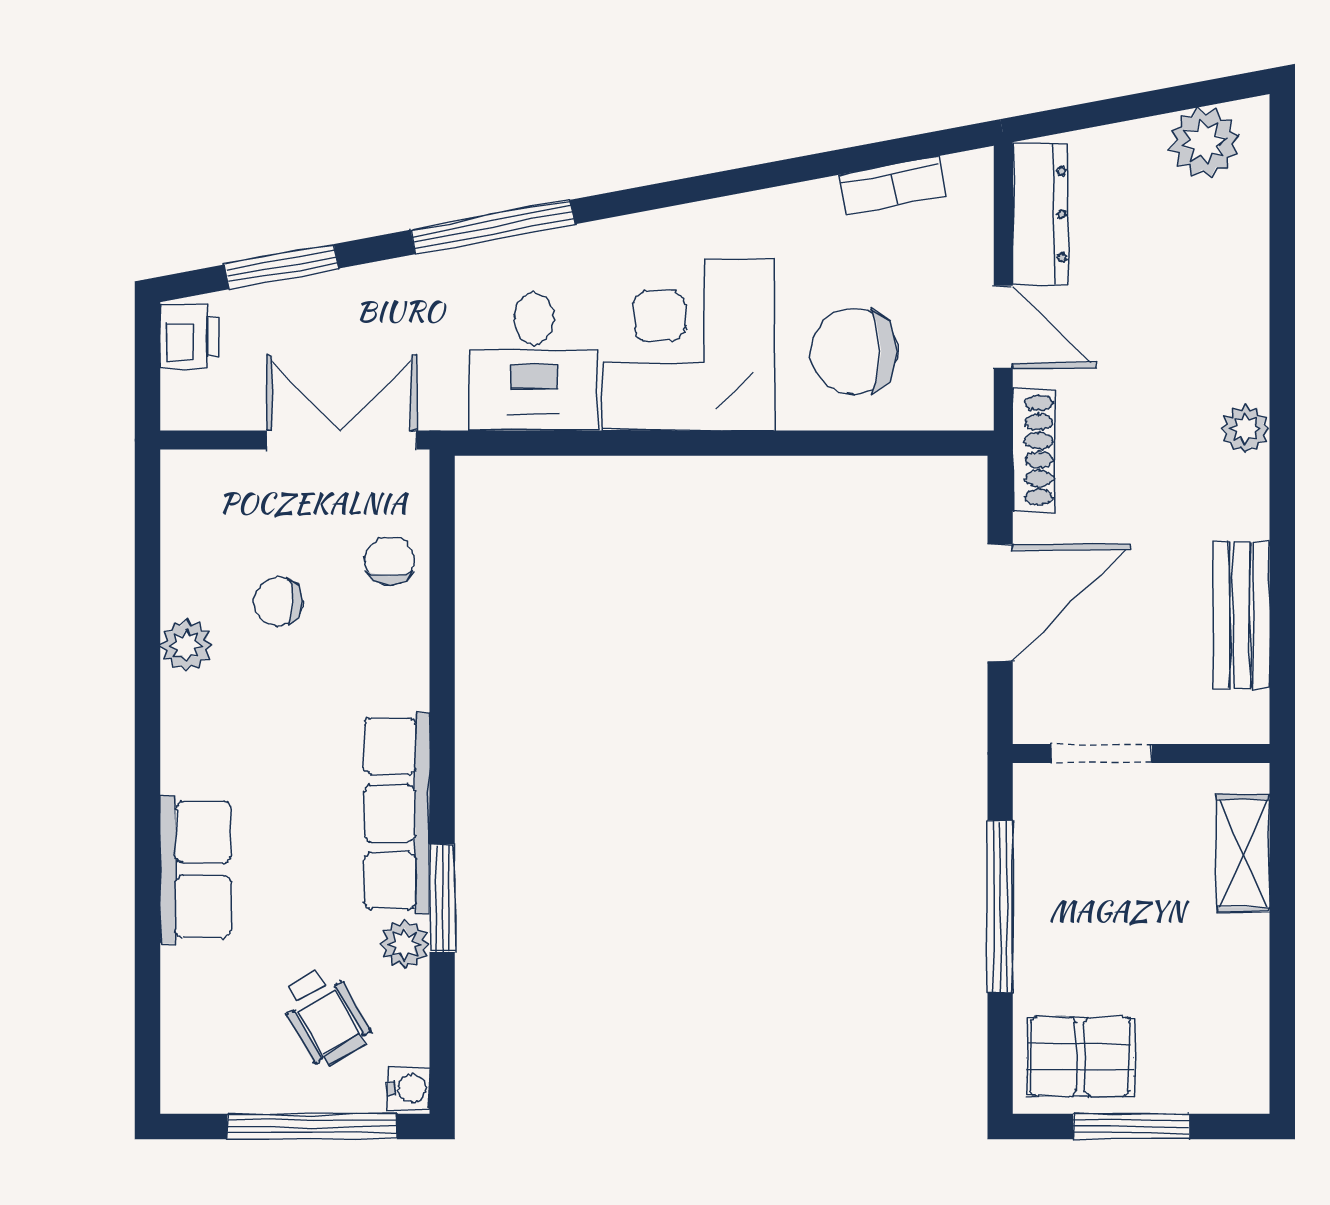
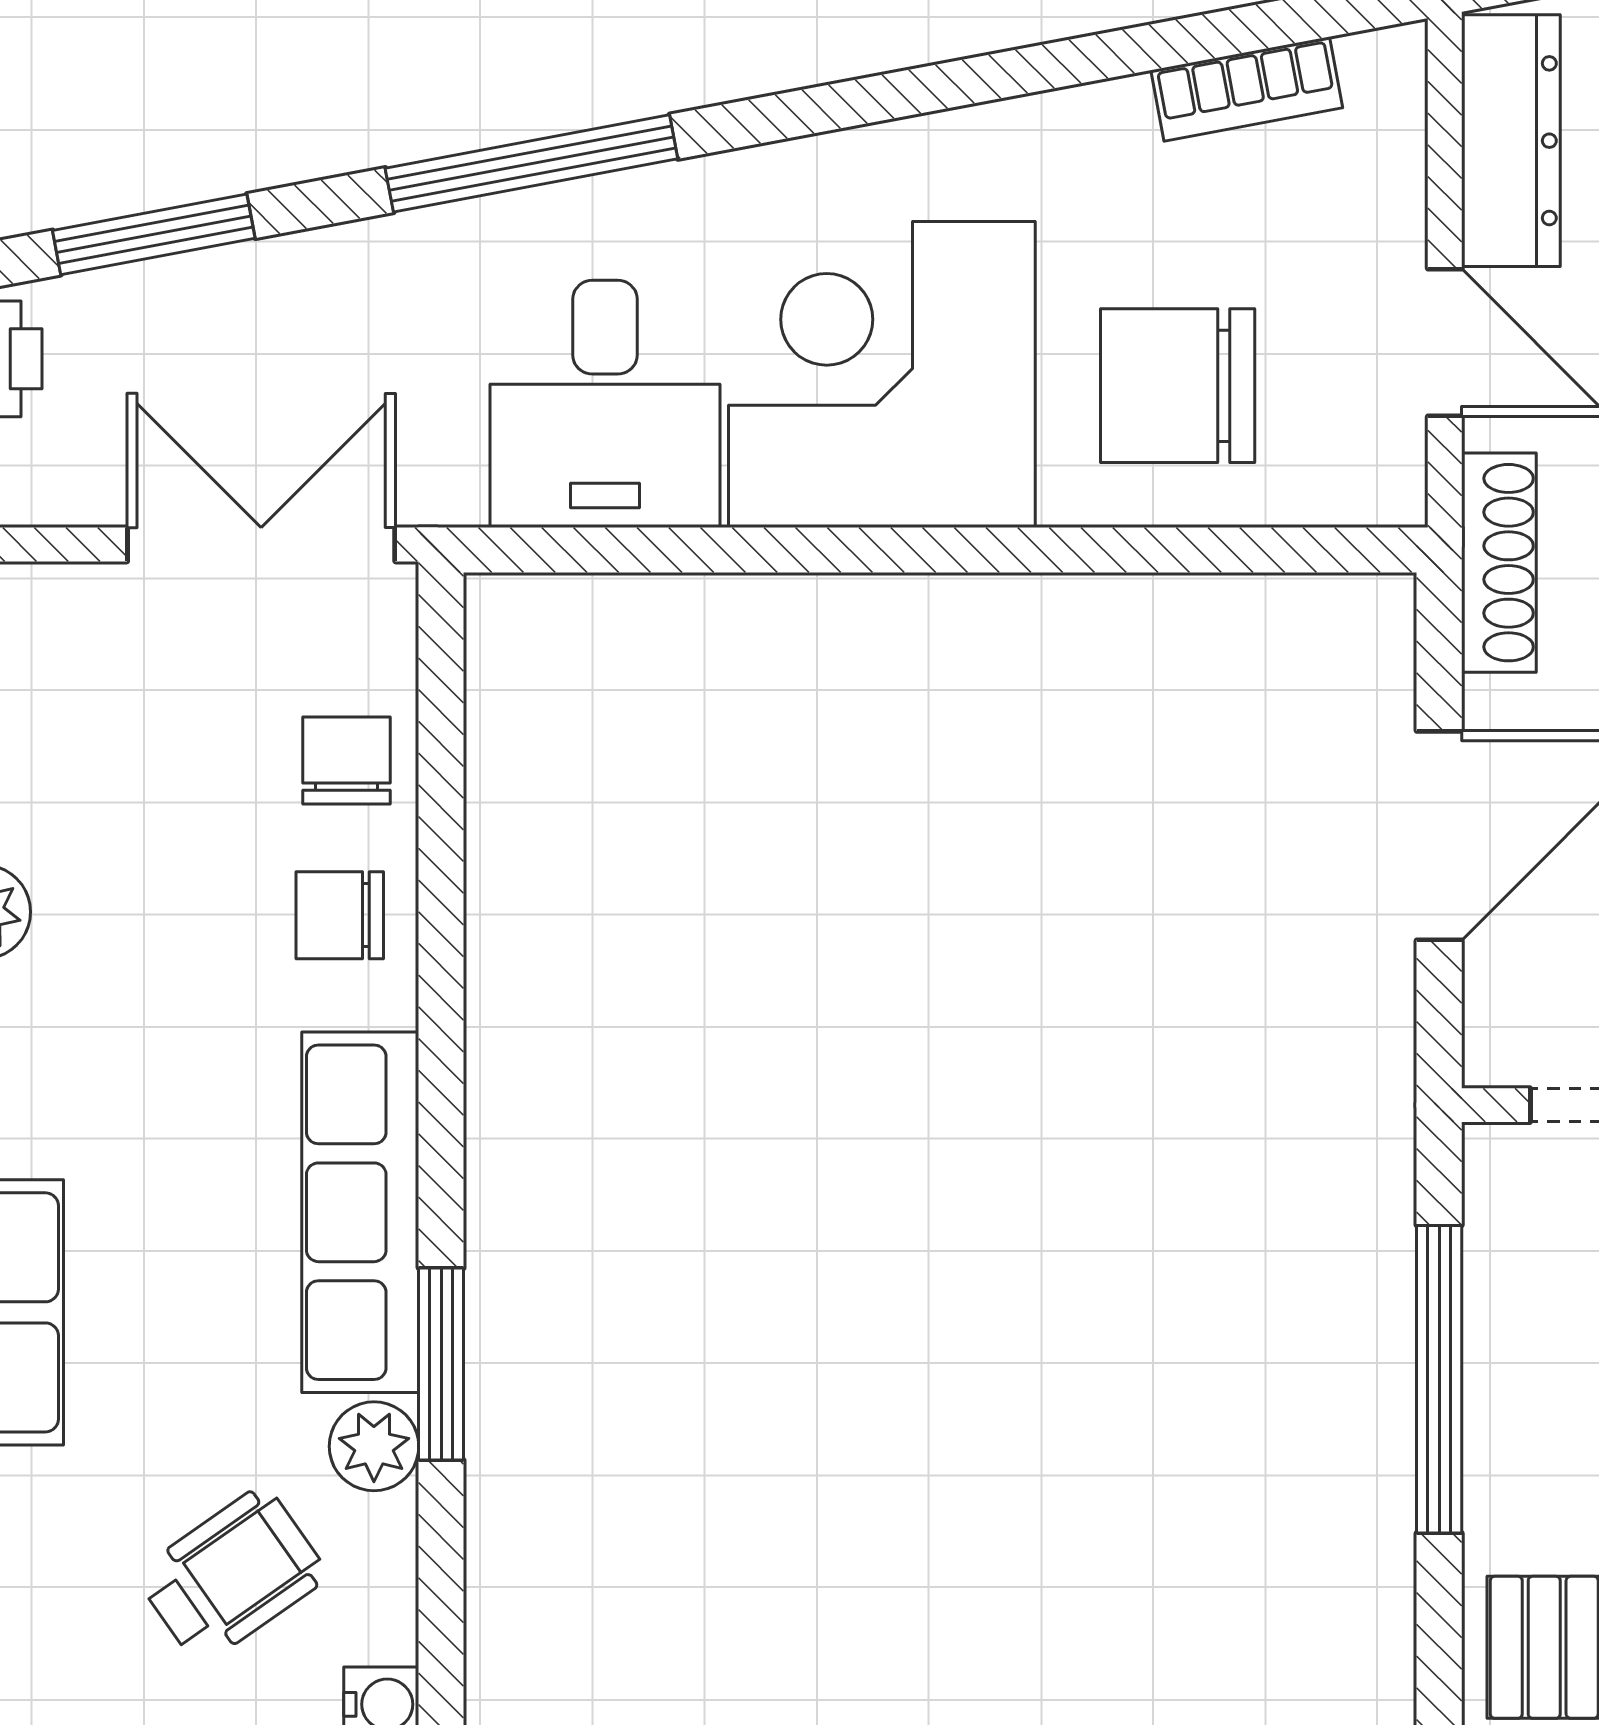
chair: (278, 602) -> (340, 915), moved
wheelchair: (325, 1016) -> (232, 1575), turned -95

